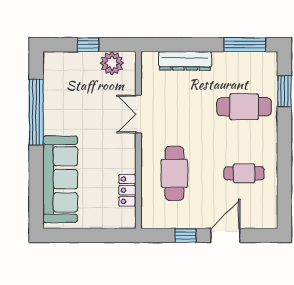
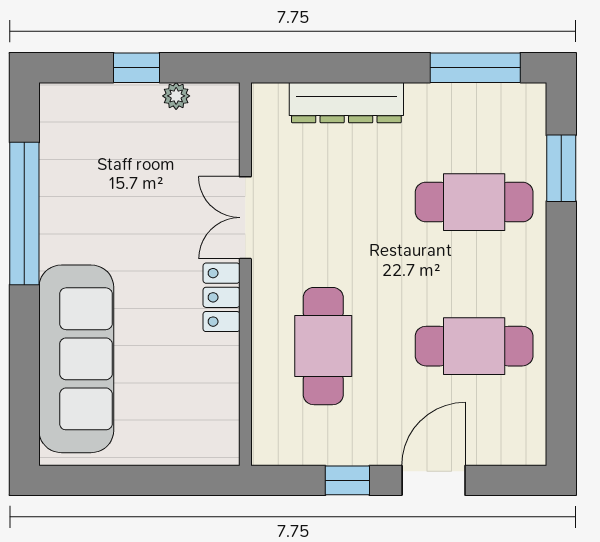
plant: (112, 63) -> (176, 96), width x0.53, depth x0.53
cafe table: (244, 173) -> (474, 346), width x1.37, depth x1.35
locker: (127, 190) -> (221, 297), moved

